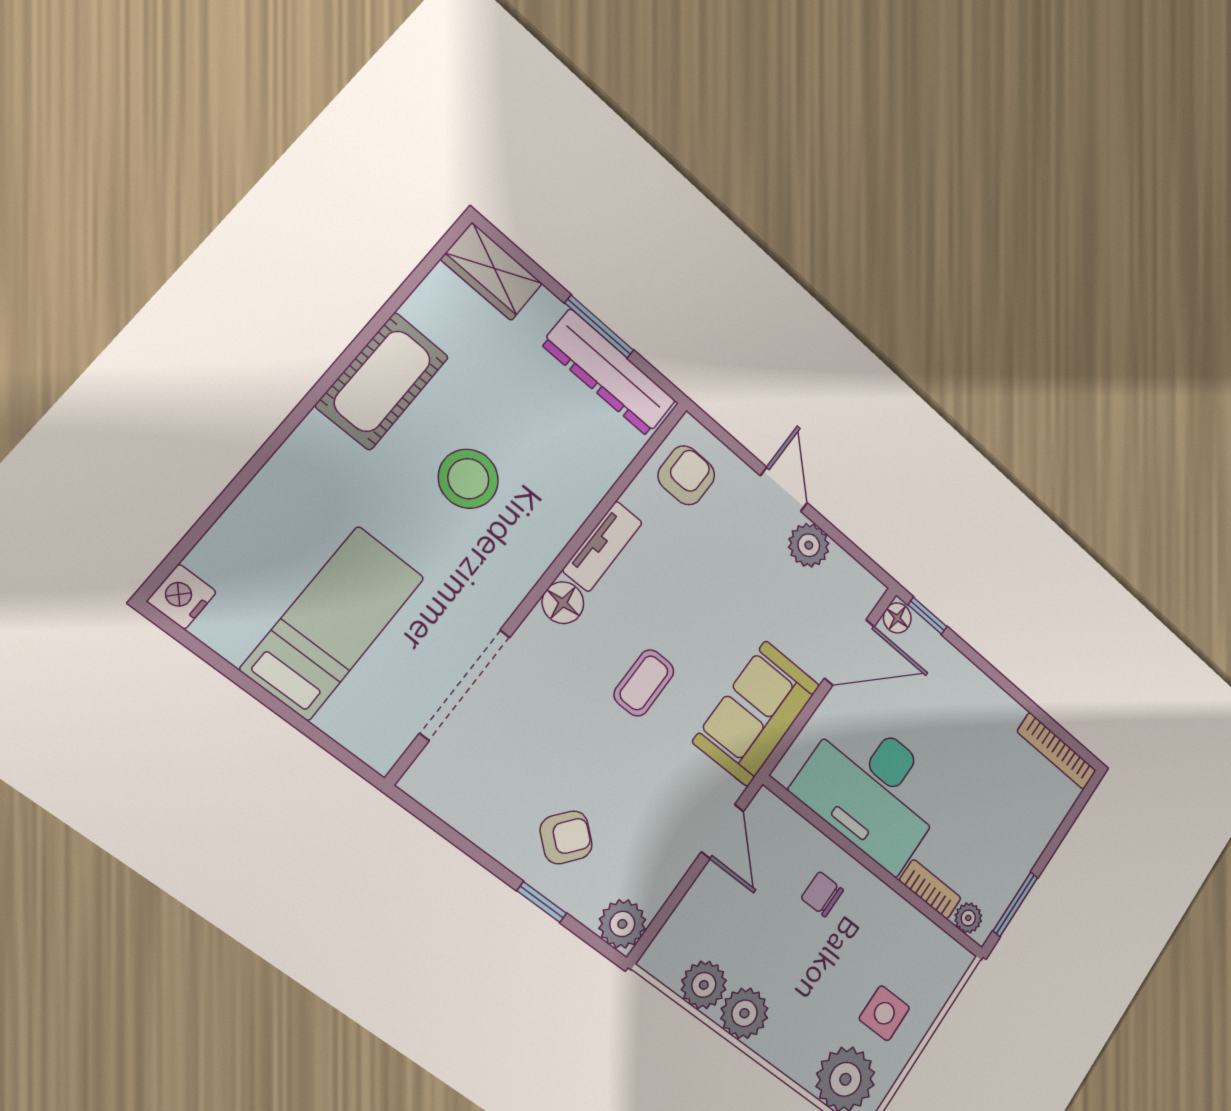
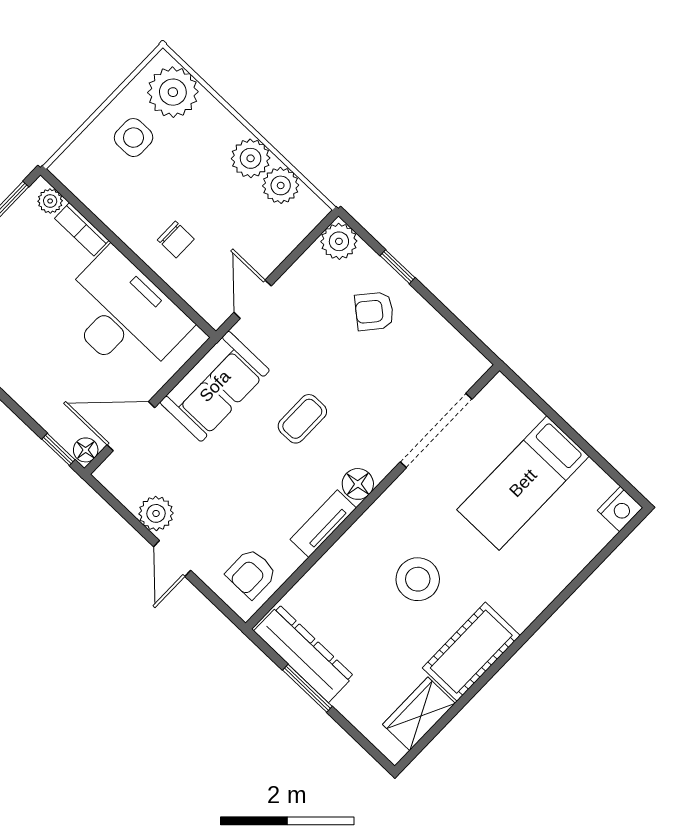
wardrobe: (492, 271) -> (419, 714), moved, turned -90

